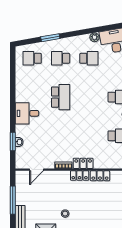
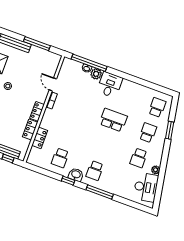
school desk: (61, 97) -> (113, 120), turned 180
plant: (21, 131) -> (96, 74), added
window: (13, 142) -> (89, 63), width x2.11
locker: (83, 163) -> (40, 138), moved
door: (37, 170) -> (53, 84), moved

